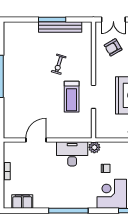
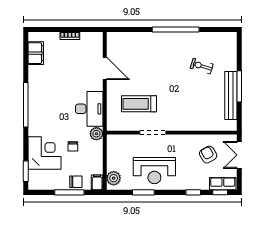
exercise bike: (59, 64) -> (202, 66), moved
treadmill: (72, 97) -> (139, 104), moved

